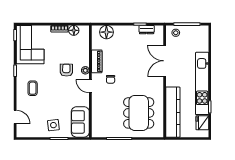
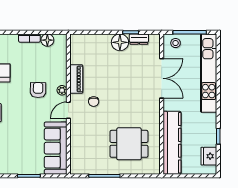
floor lamp: (106, 32) -> (120, 42), moved
double door: (165, 61) -> (162, 78), swing flipped
kitchen unit: (202, 83) -> (209, 73), moved
door: (90, 86) -> (68, 110), hinge flipped
dining table: (139, 113) -> (129, 144), width x0.73
sofa: (80, 122) -> (56, 148), width x1.36
side table: (53, 125) -> (22, 159), removed

